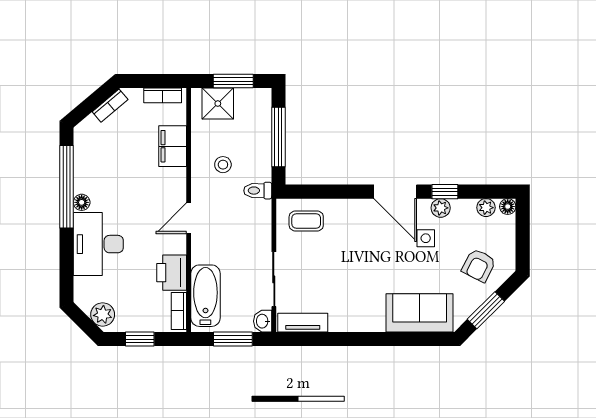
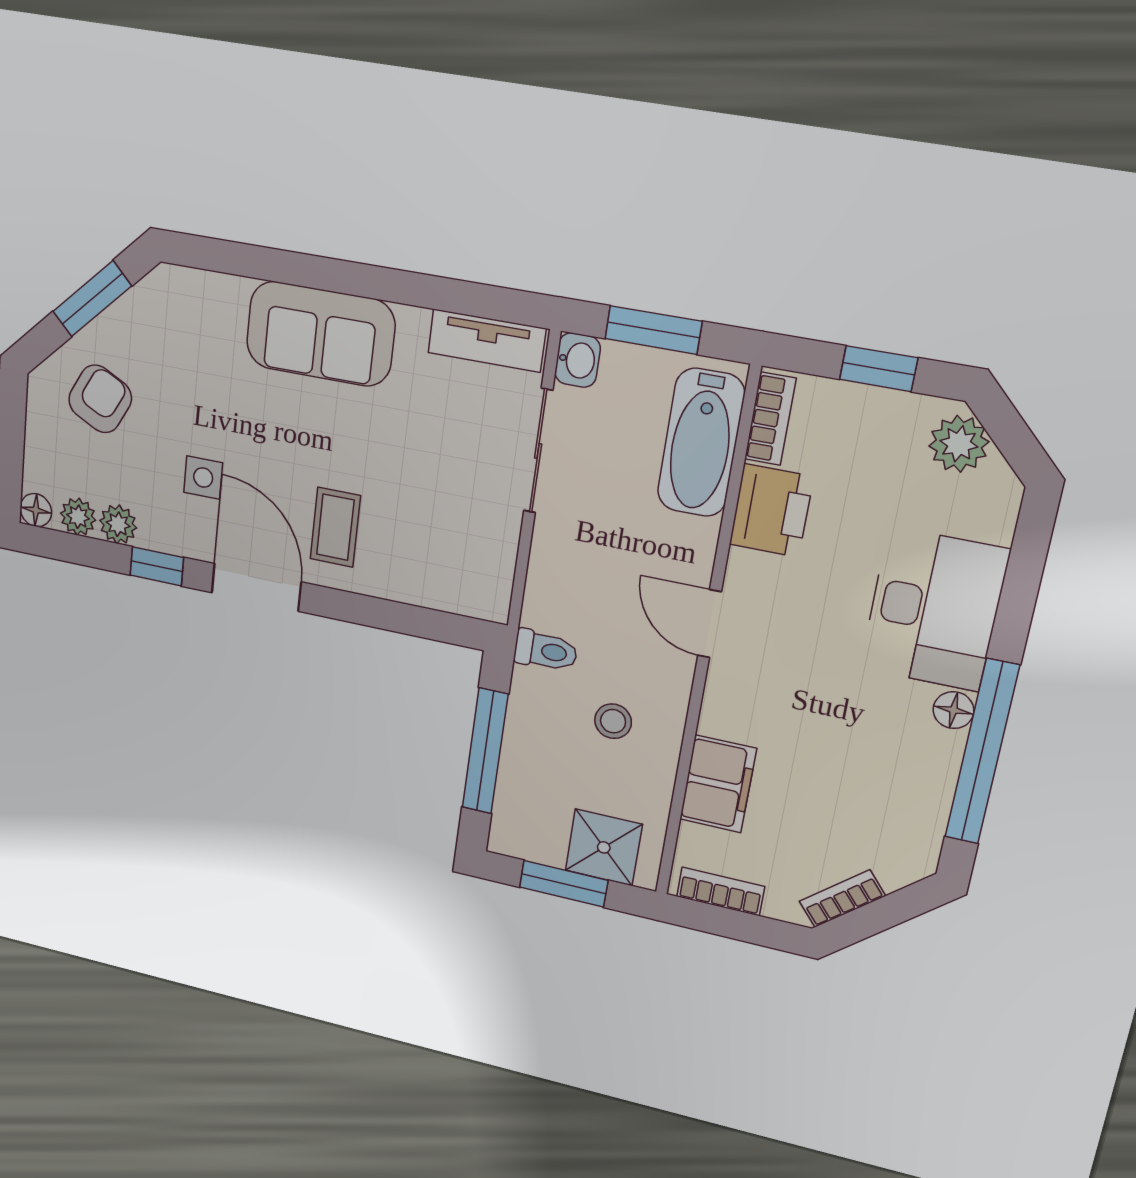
plant: (441, 208) -> (118, 524), moved
door: (189, 218) -> (710, 624), swing flipped
coffee table: (306, 221) -> (335, 527), moved, turned 90
sofa: (420, 313) -> (320, 334), moved

